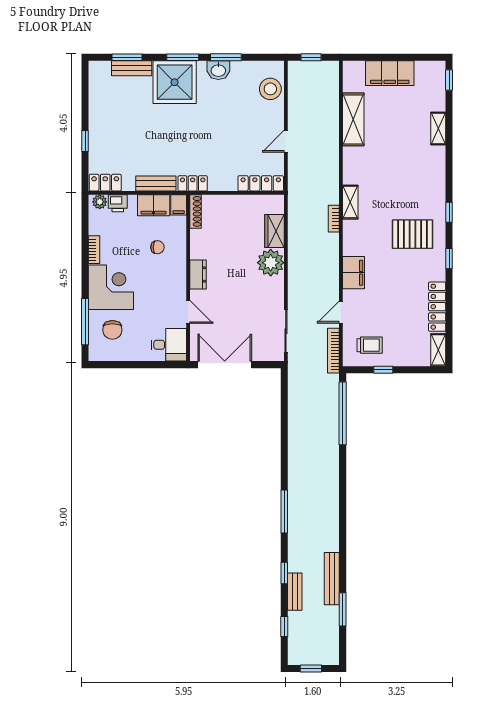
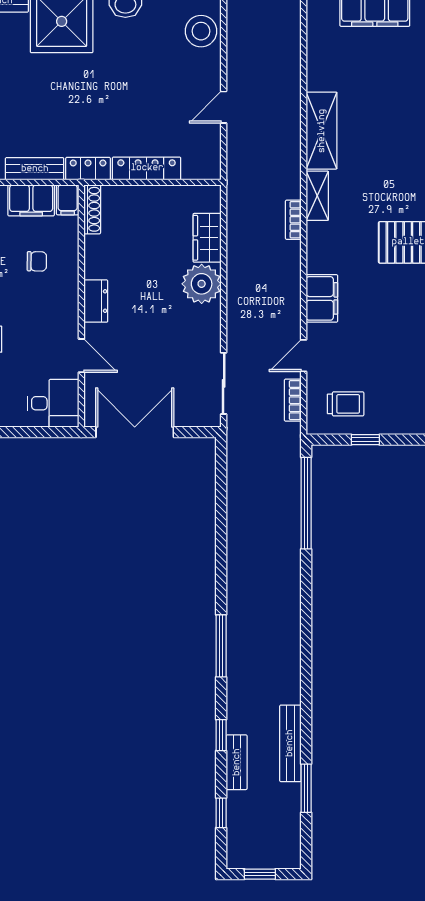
shelving: (353, 119) -> (322, 131), moved
locker: (261, 183) -> (147, 168), moved
bookcase: (333, 351) -> (293, 400), width x0.64

